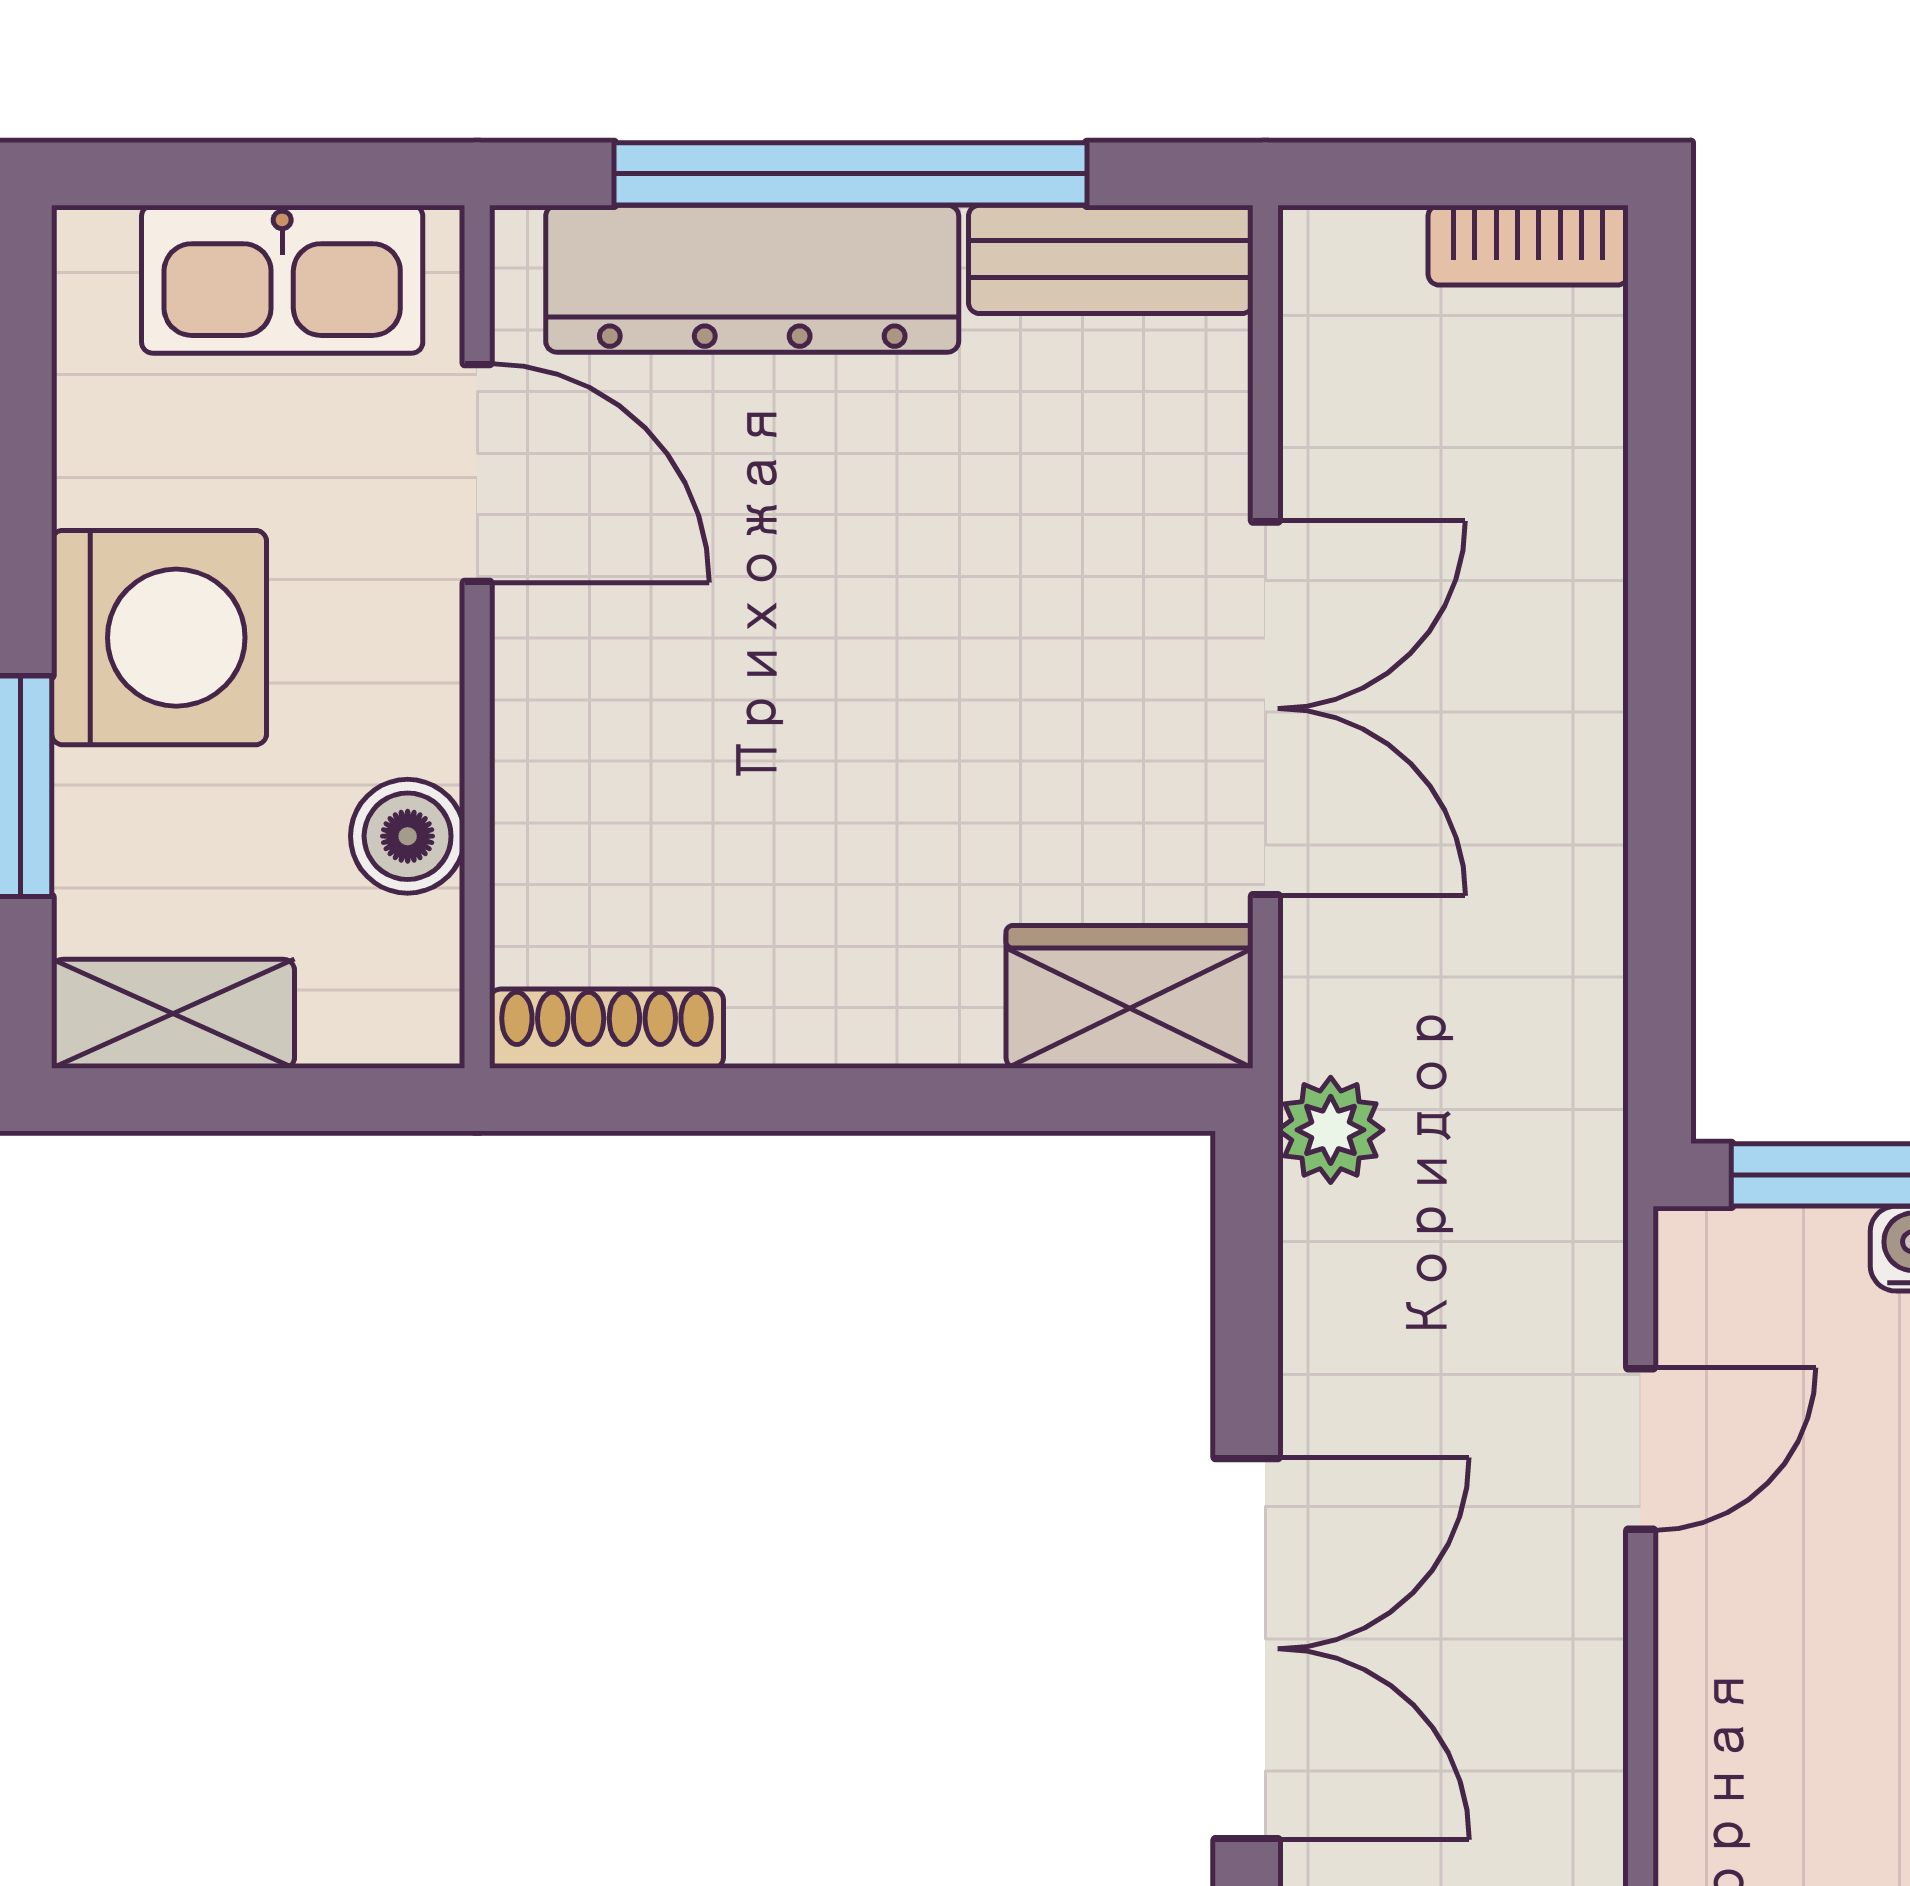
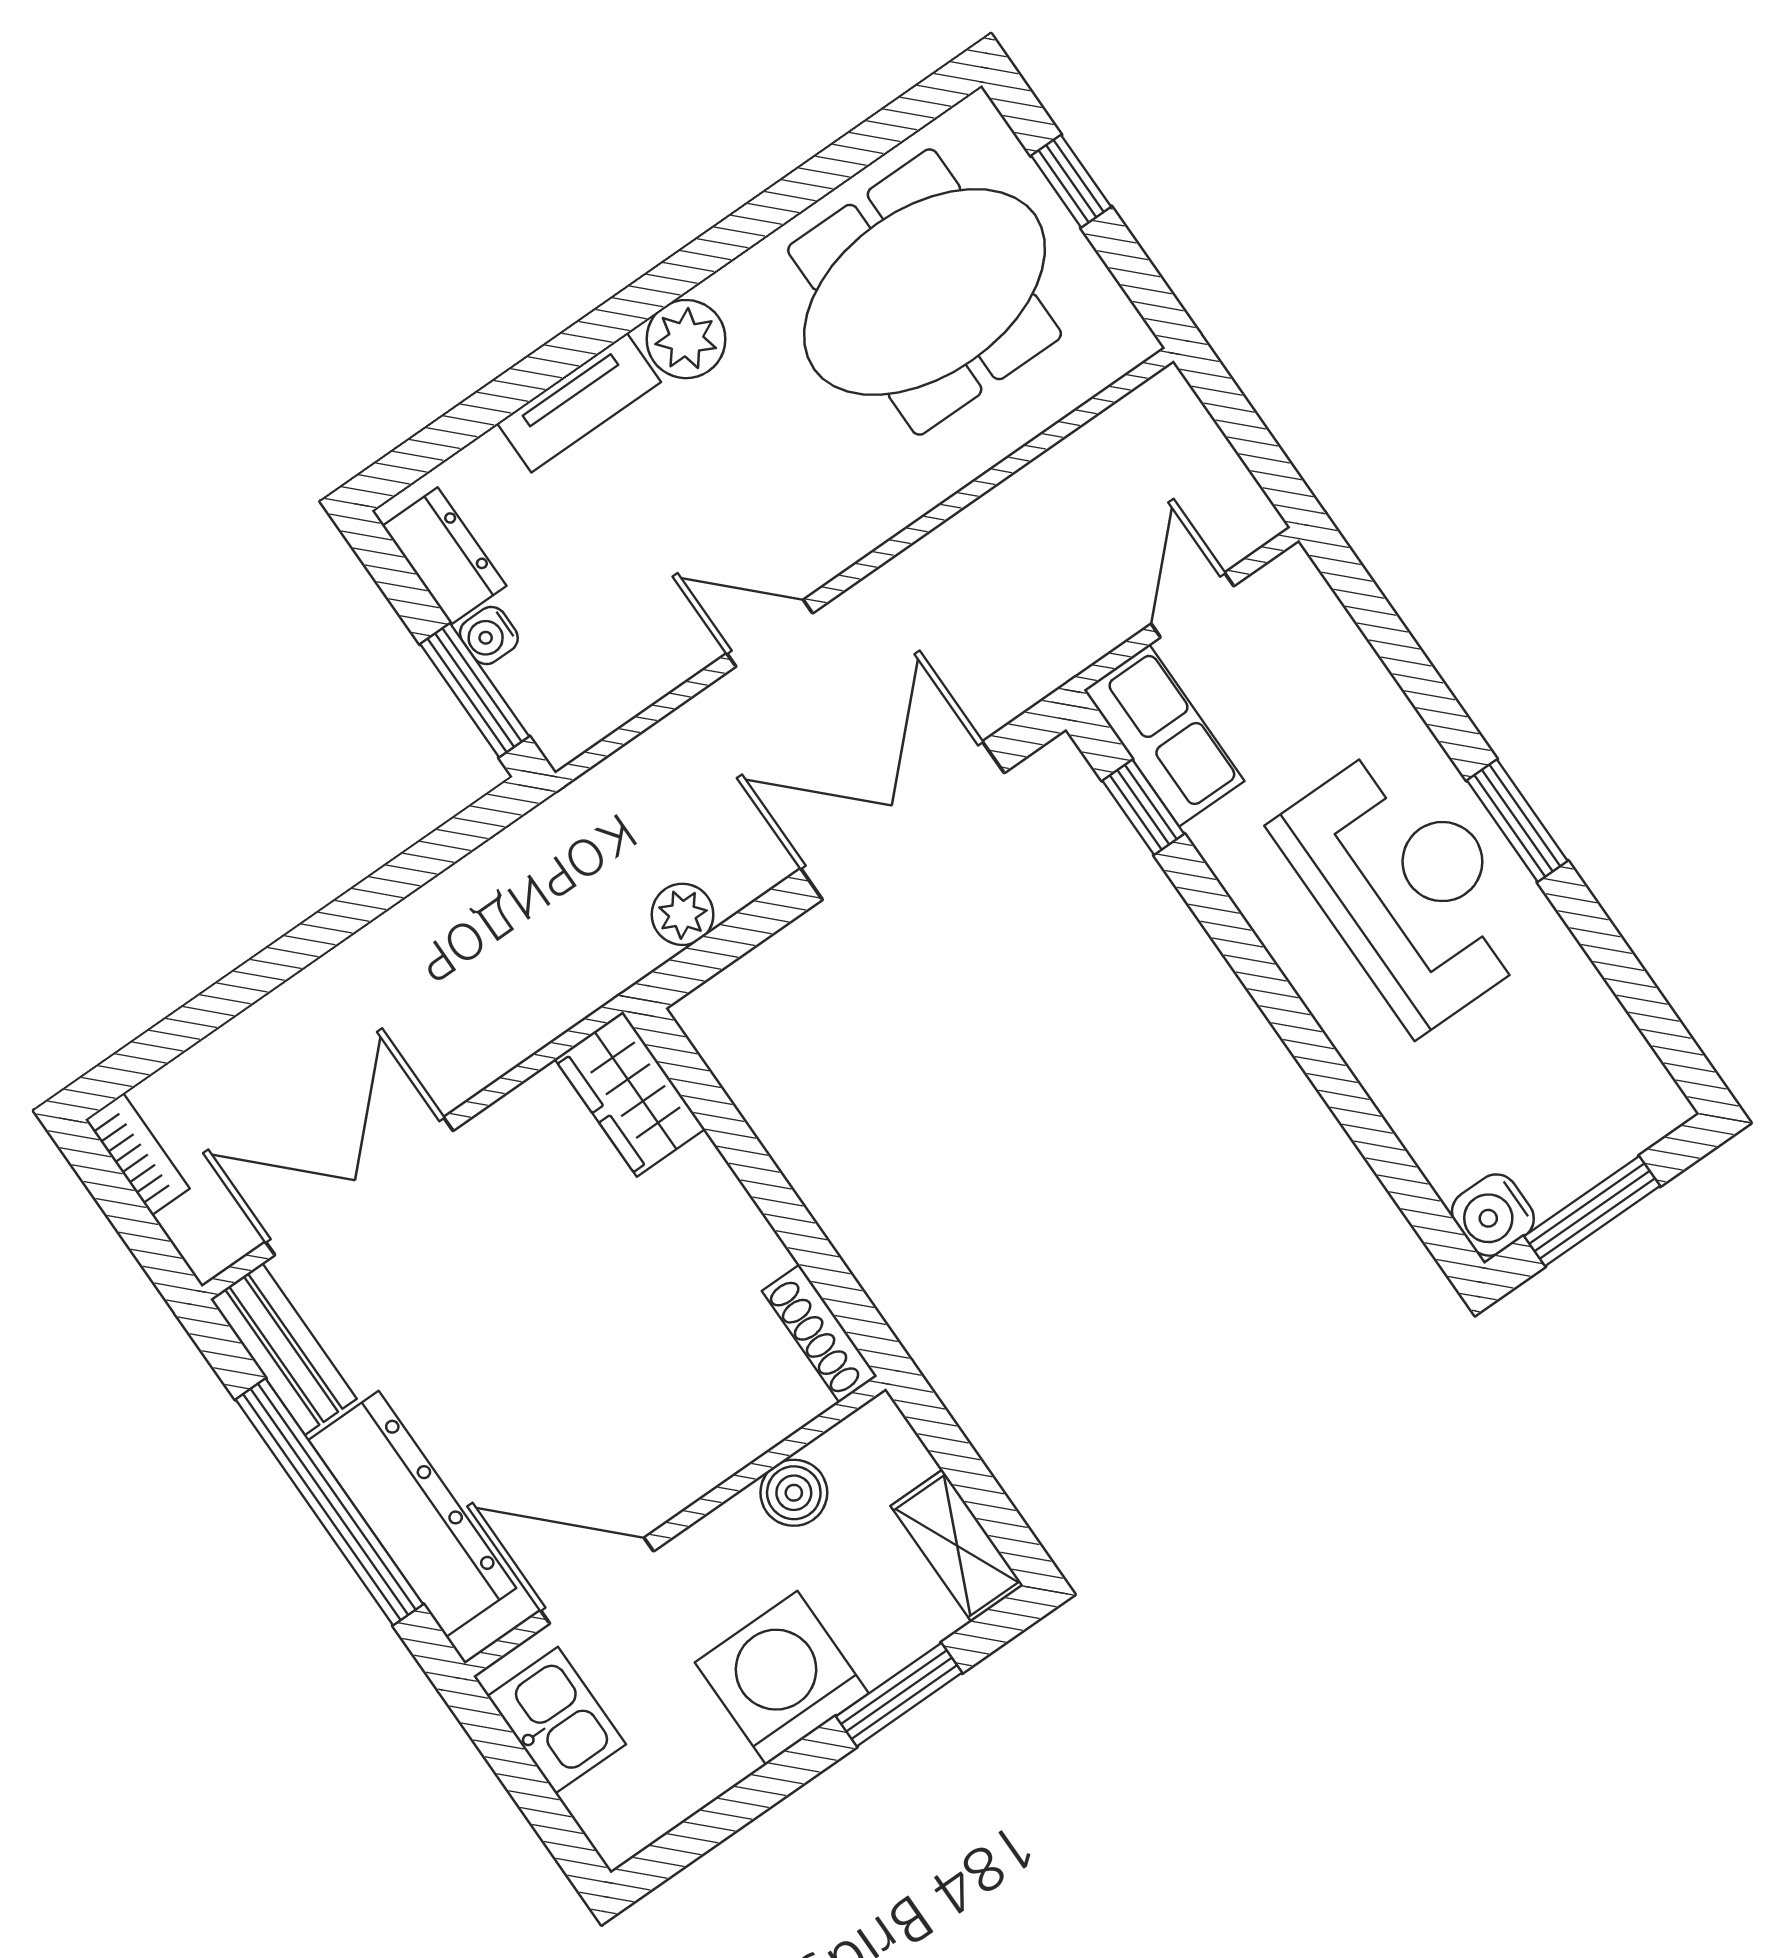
kitchen sink: (282, 279) -> (557, 1720), width x0.73
door: (477, 473) -> (597, 1581), hinge flipped
double door: (1265, 708) -> (359, 1186), moved
plant: (1331, 1130) -> (683, 914), moved
door: (1641, 1449) -> (770, 633), moved

